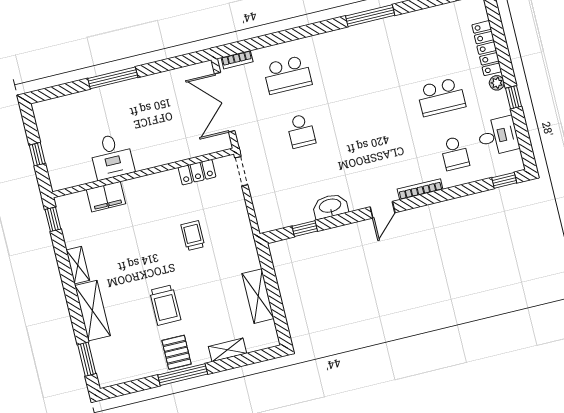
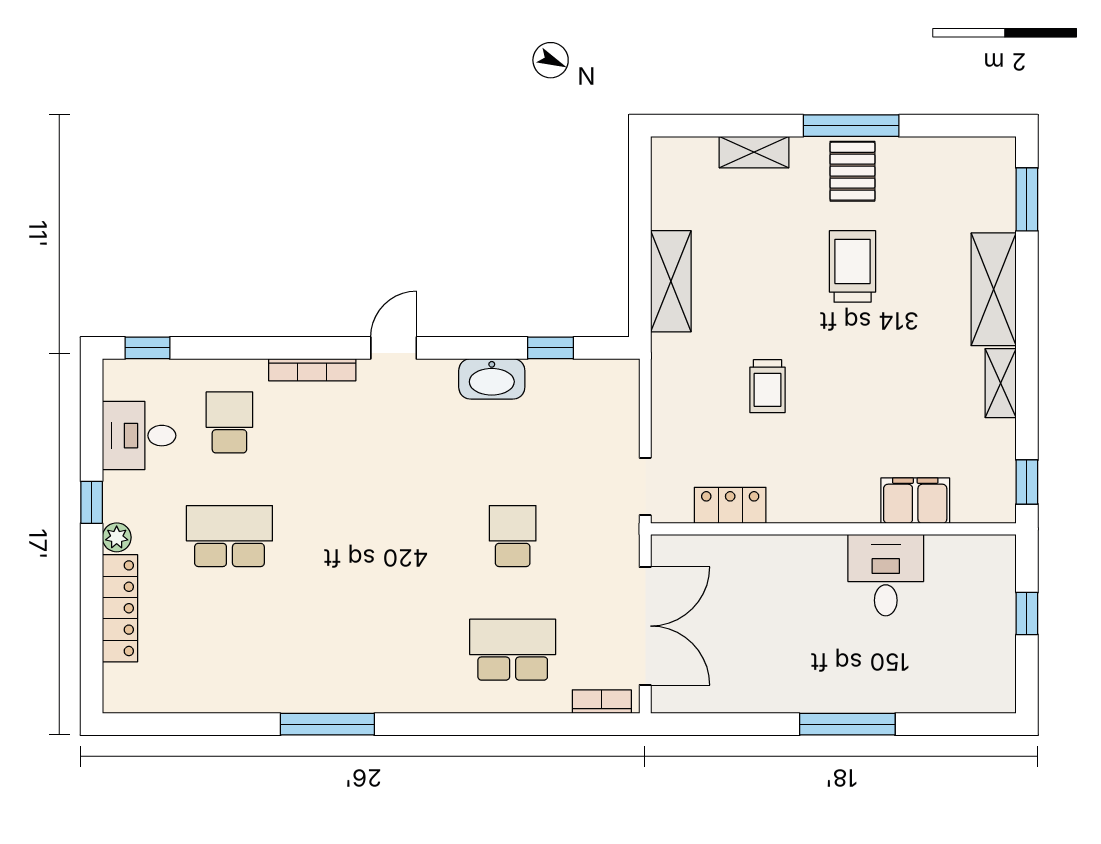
shelving: (258, 296) -> (671, 281), moved

